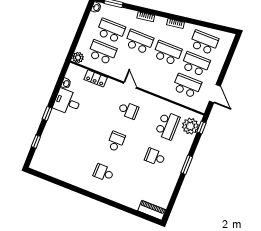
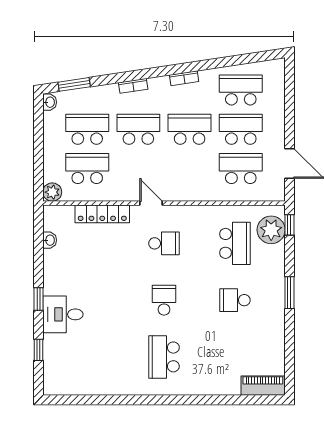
locker: (96, 78) -> (102, 214), width x1.53
desk: (67, 102) -> (63, 314), moved
school desk: (104, 173) -> (164, 357), width x1.85

